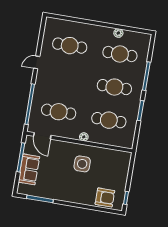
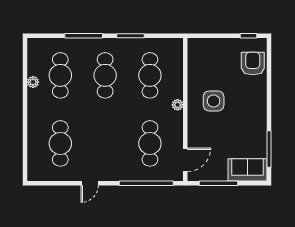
door: (37, 62) -> (90, 183), hinge flipped
sofa: (29, 169) -> (247, 170), moved

